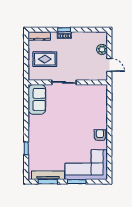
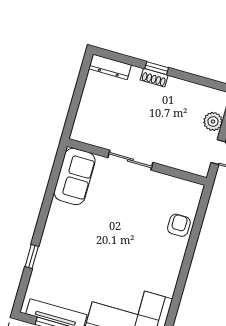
rug: (45, 59) -> (108, 110), removed
armchair: (100, 135) -> (179, 225), moved

